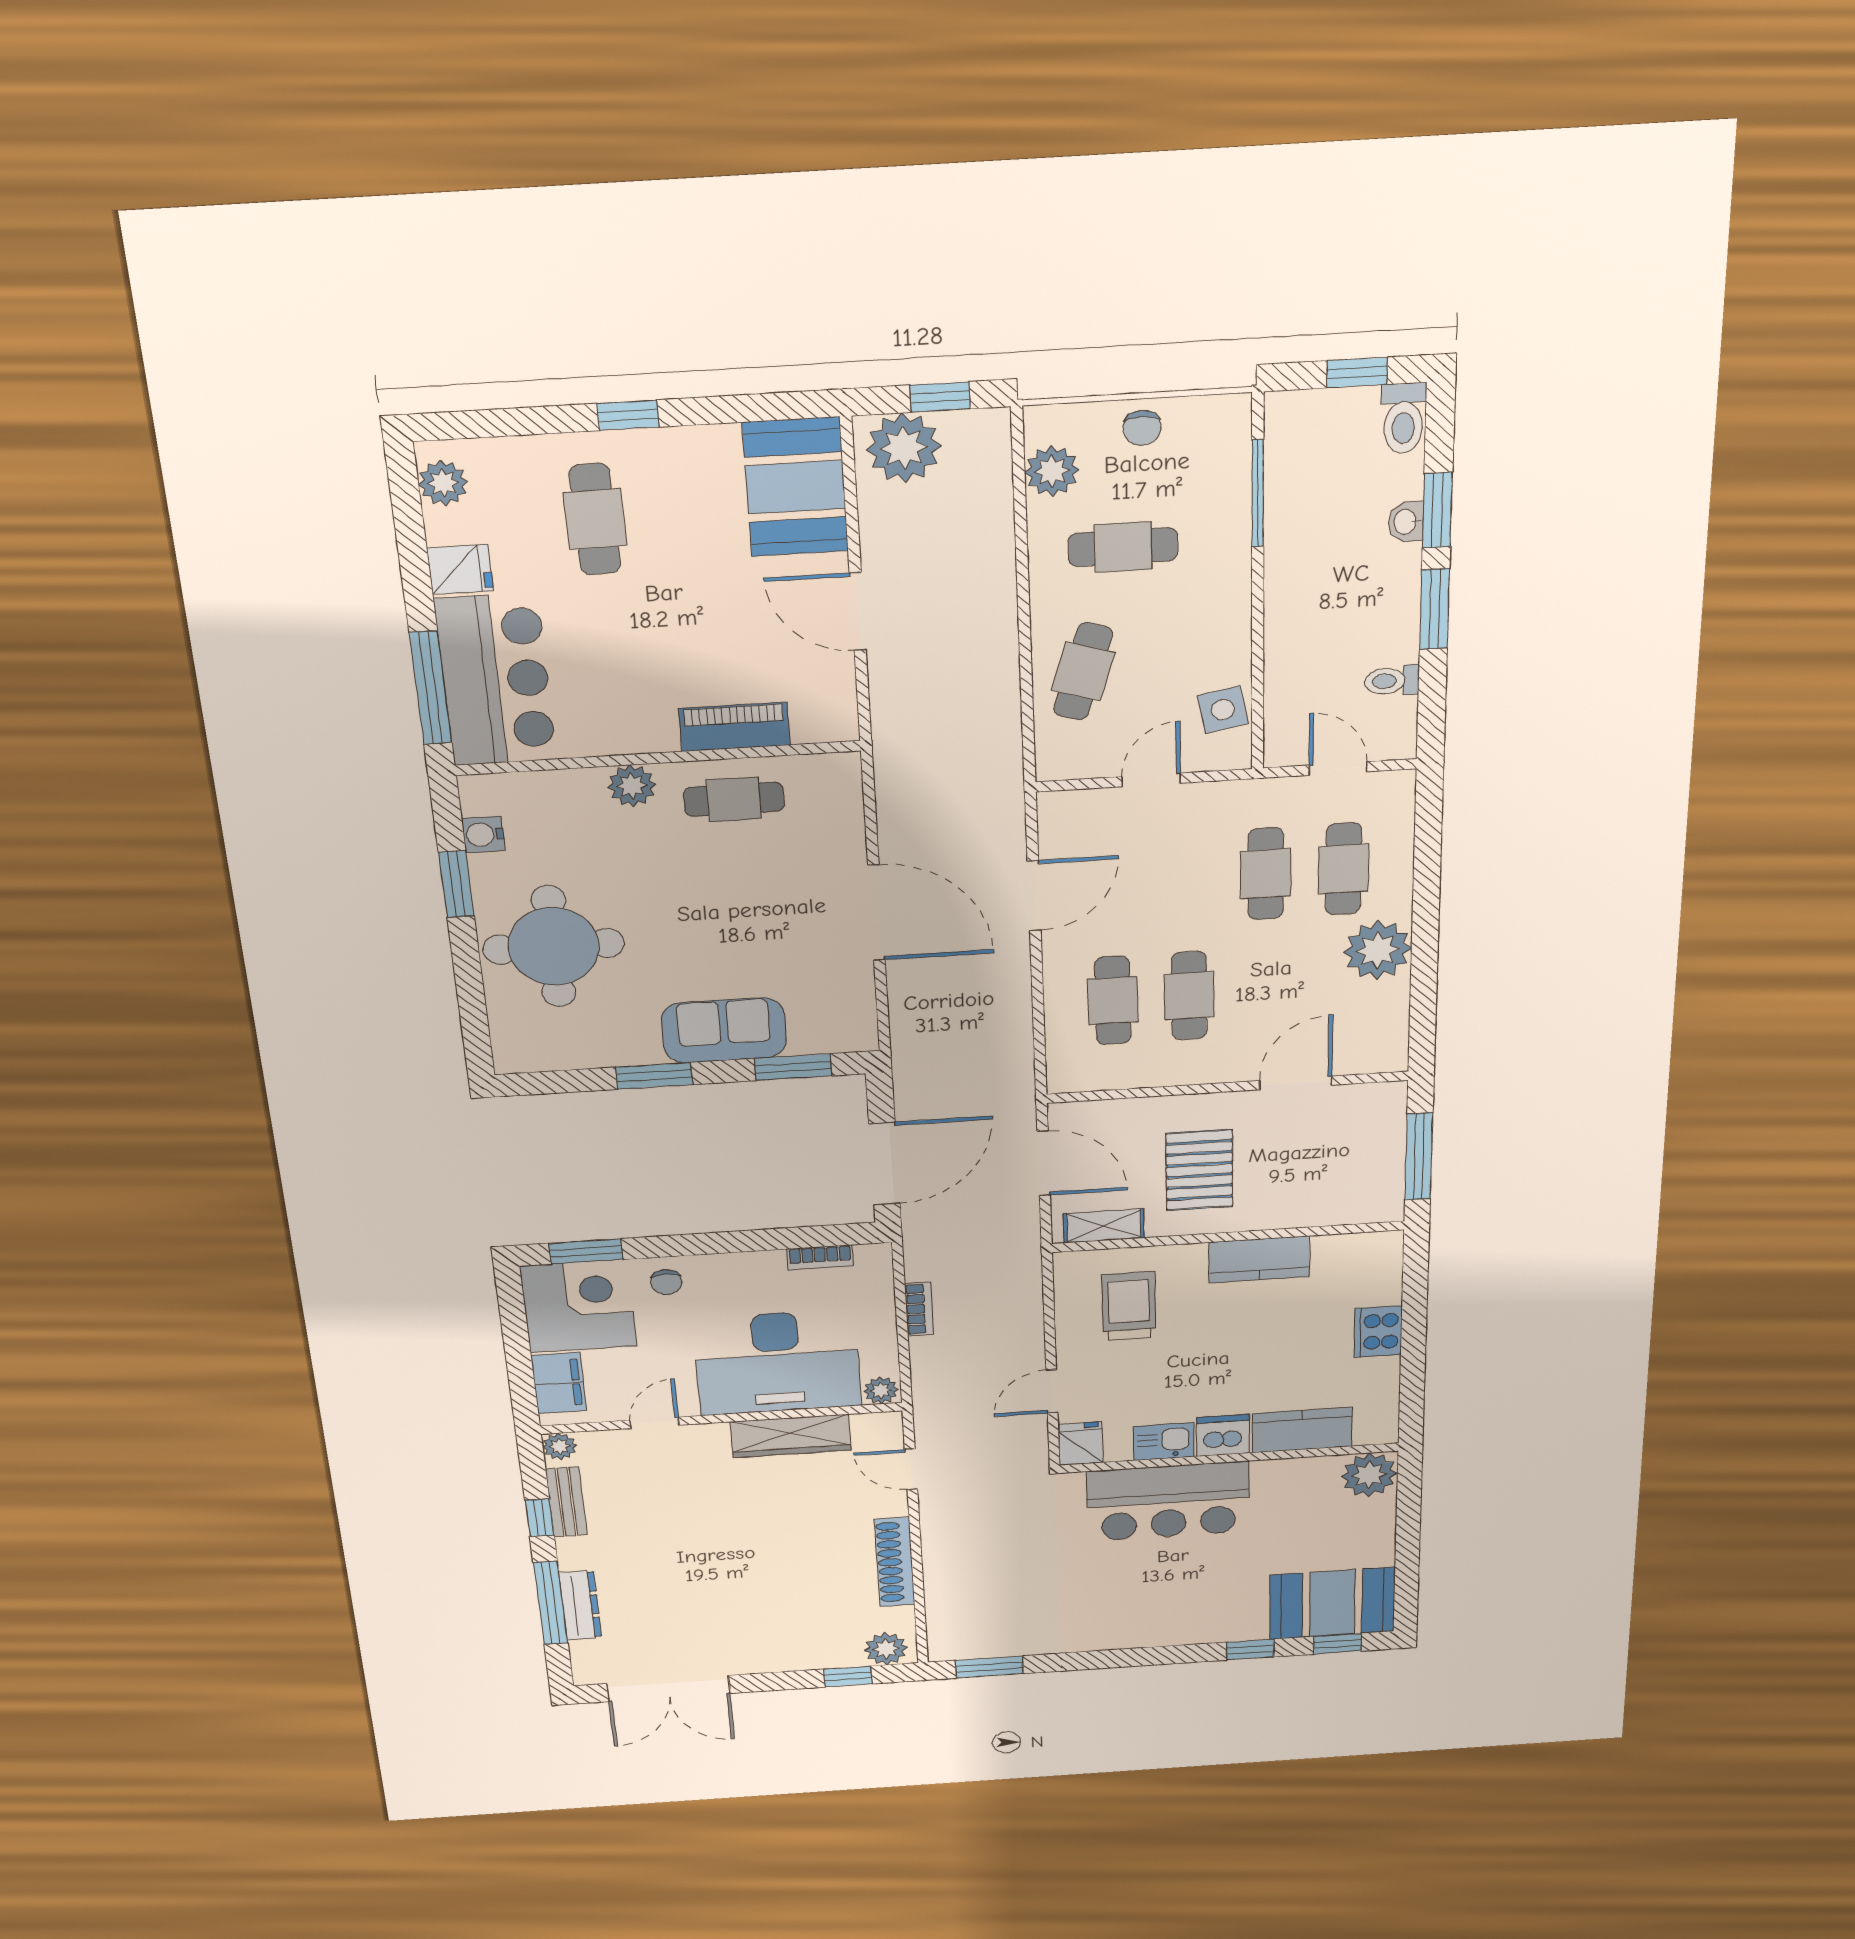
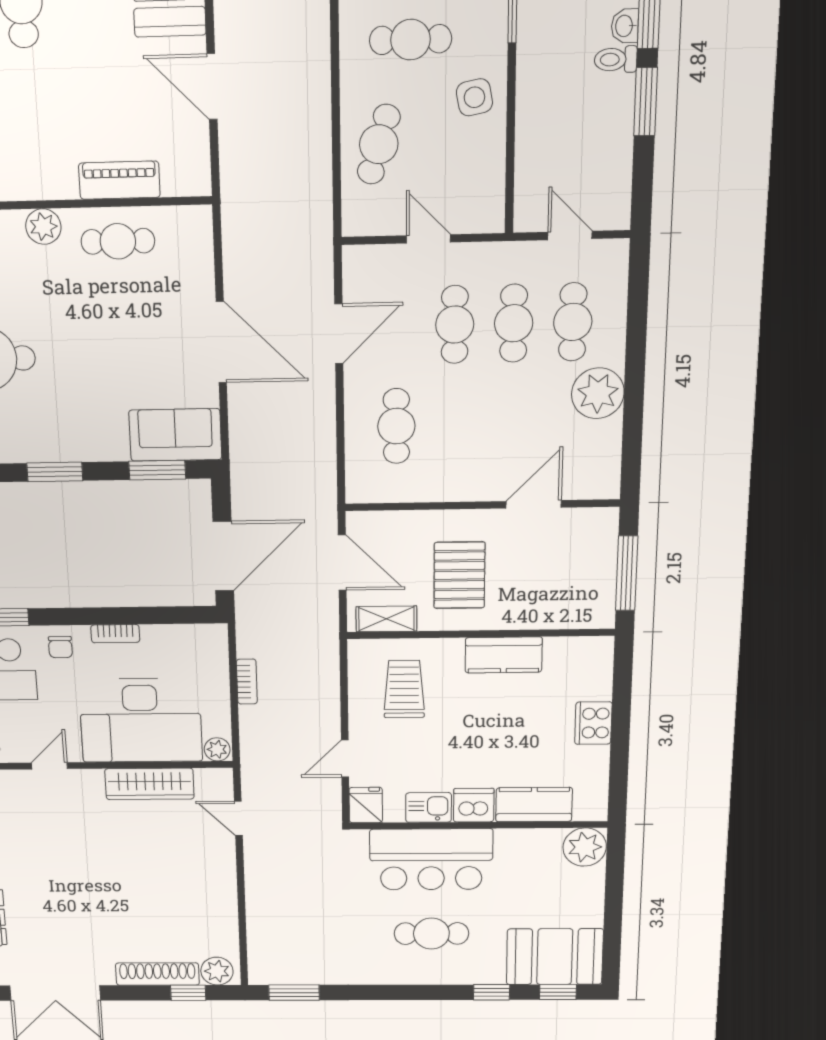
toilet: (1392, 681) -> (616, 59), moved
side table: (1223, 710) -> (474, 97), moved
door: (1151, 780) -> (428, 239), hinge flipped
cafe table: (1189, 996) -> (455, 325), moved
sofa: (724, 1030) -> (175, 435), moved
bookcase: (820, 1257) -> (115, 634), moved
shoe rack: (895, 1562) -> (157, 974), moved, turned 90
cafe table: (1170, 1587) -> (431, 934), added

